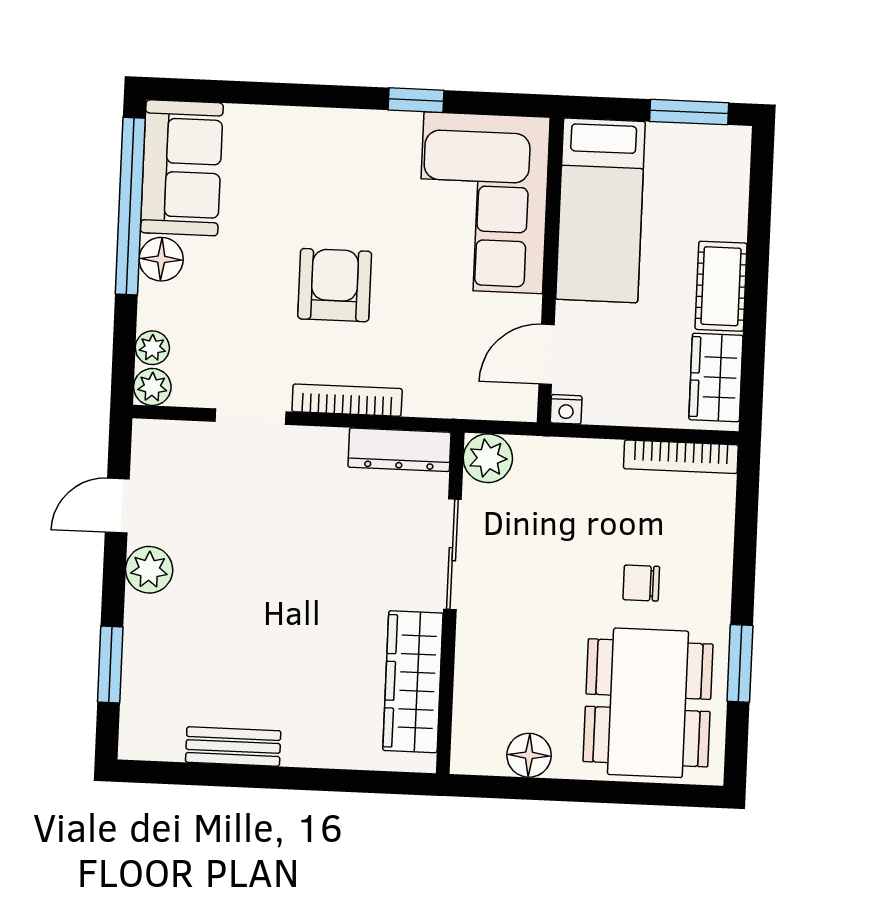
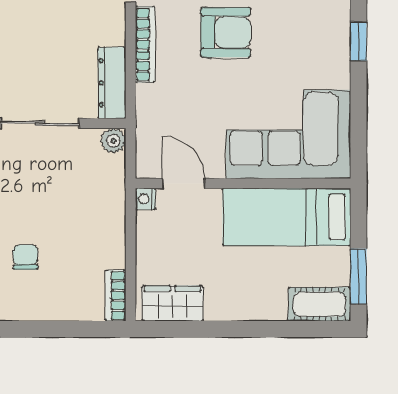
window: (416, 100) -> (358, 41), moved
cot: (721, 286) -> (319, 304), moved
bookcase: (681, 457) -> (116, 296), width x0.64
plant: (488, 458) -> (113, 141), width x0.73, depth x0.73

